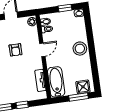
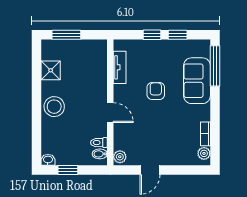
armchair: (16, 50) -> (156, 91), moved
door: (42, 50) -> (110, 113), swing flipped
bathtub: (56, 82) -> (97, 62), removed
shower: (83, 87) -> (51, 70), moved

